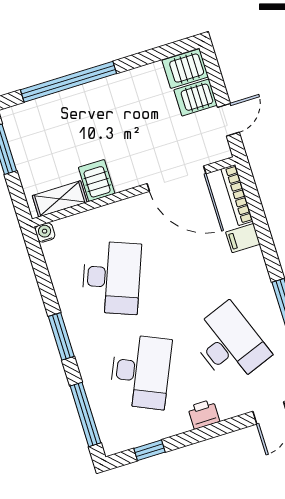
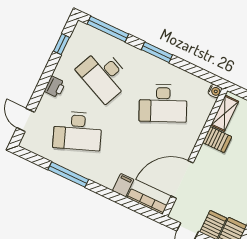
desk: (111, 277) -> (163, 103), turned -45

